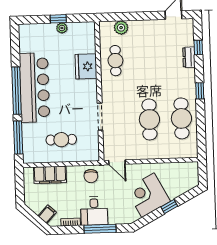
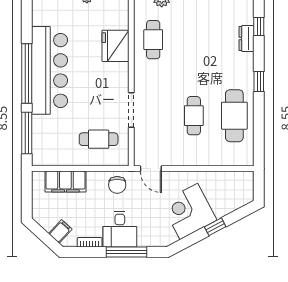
cafe table: (149, 119) -> (194, 116), width x0.73, depth x0.74
cafe table: (61, 140) -> (99, 139), moved

